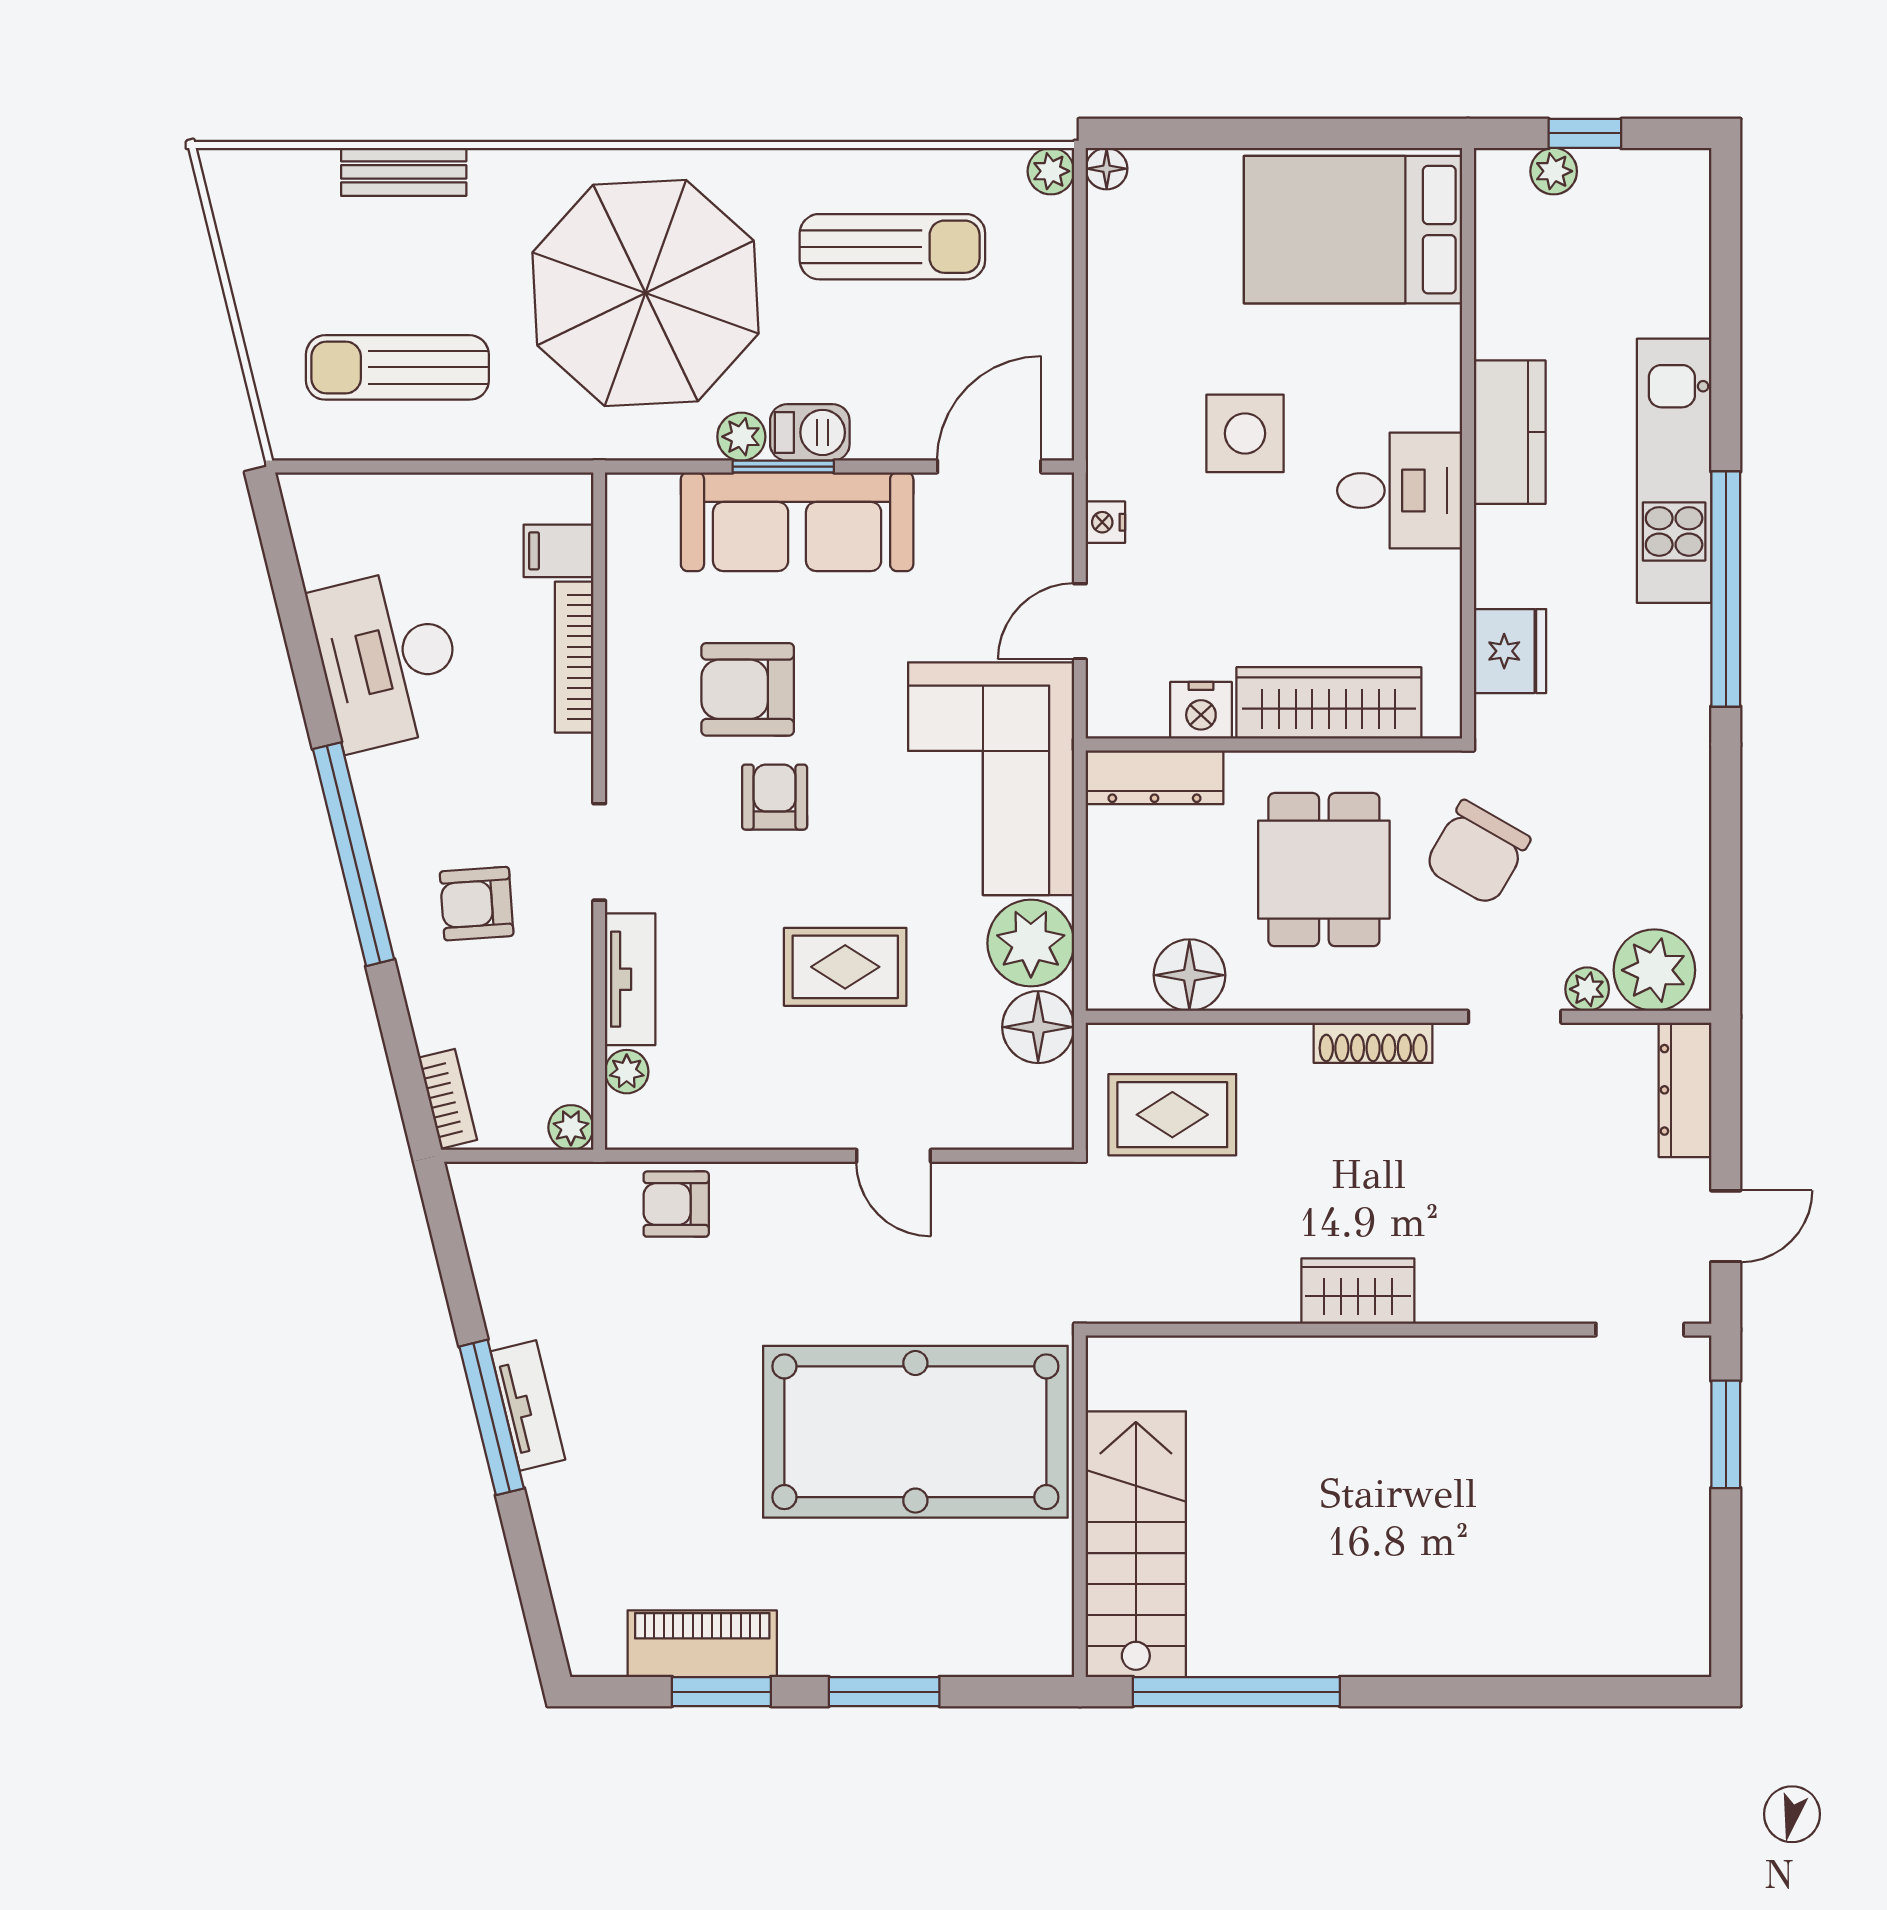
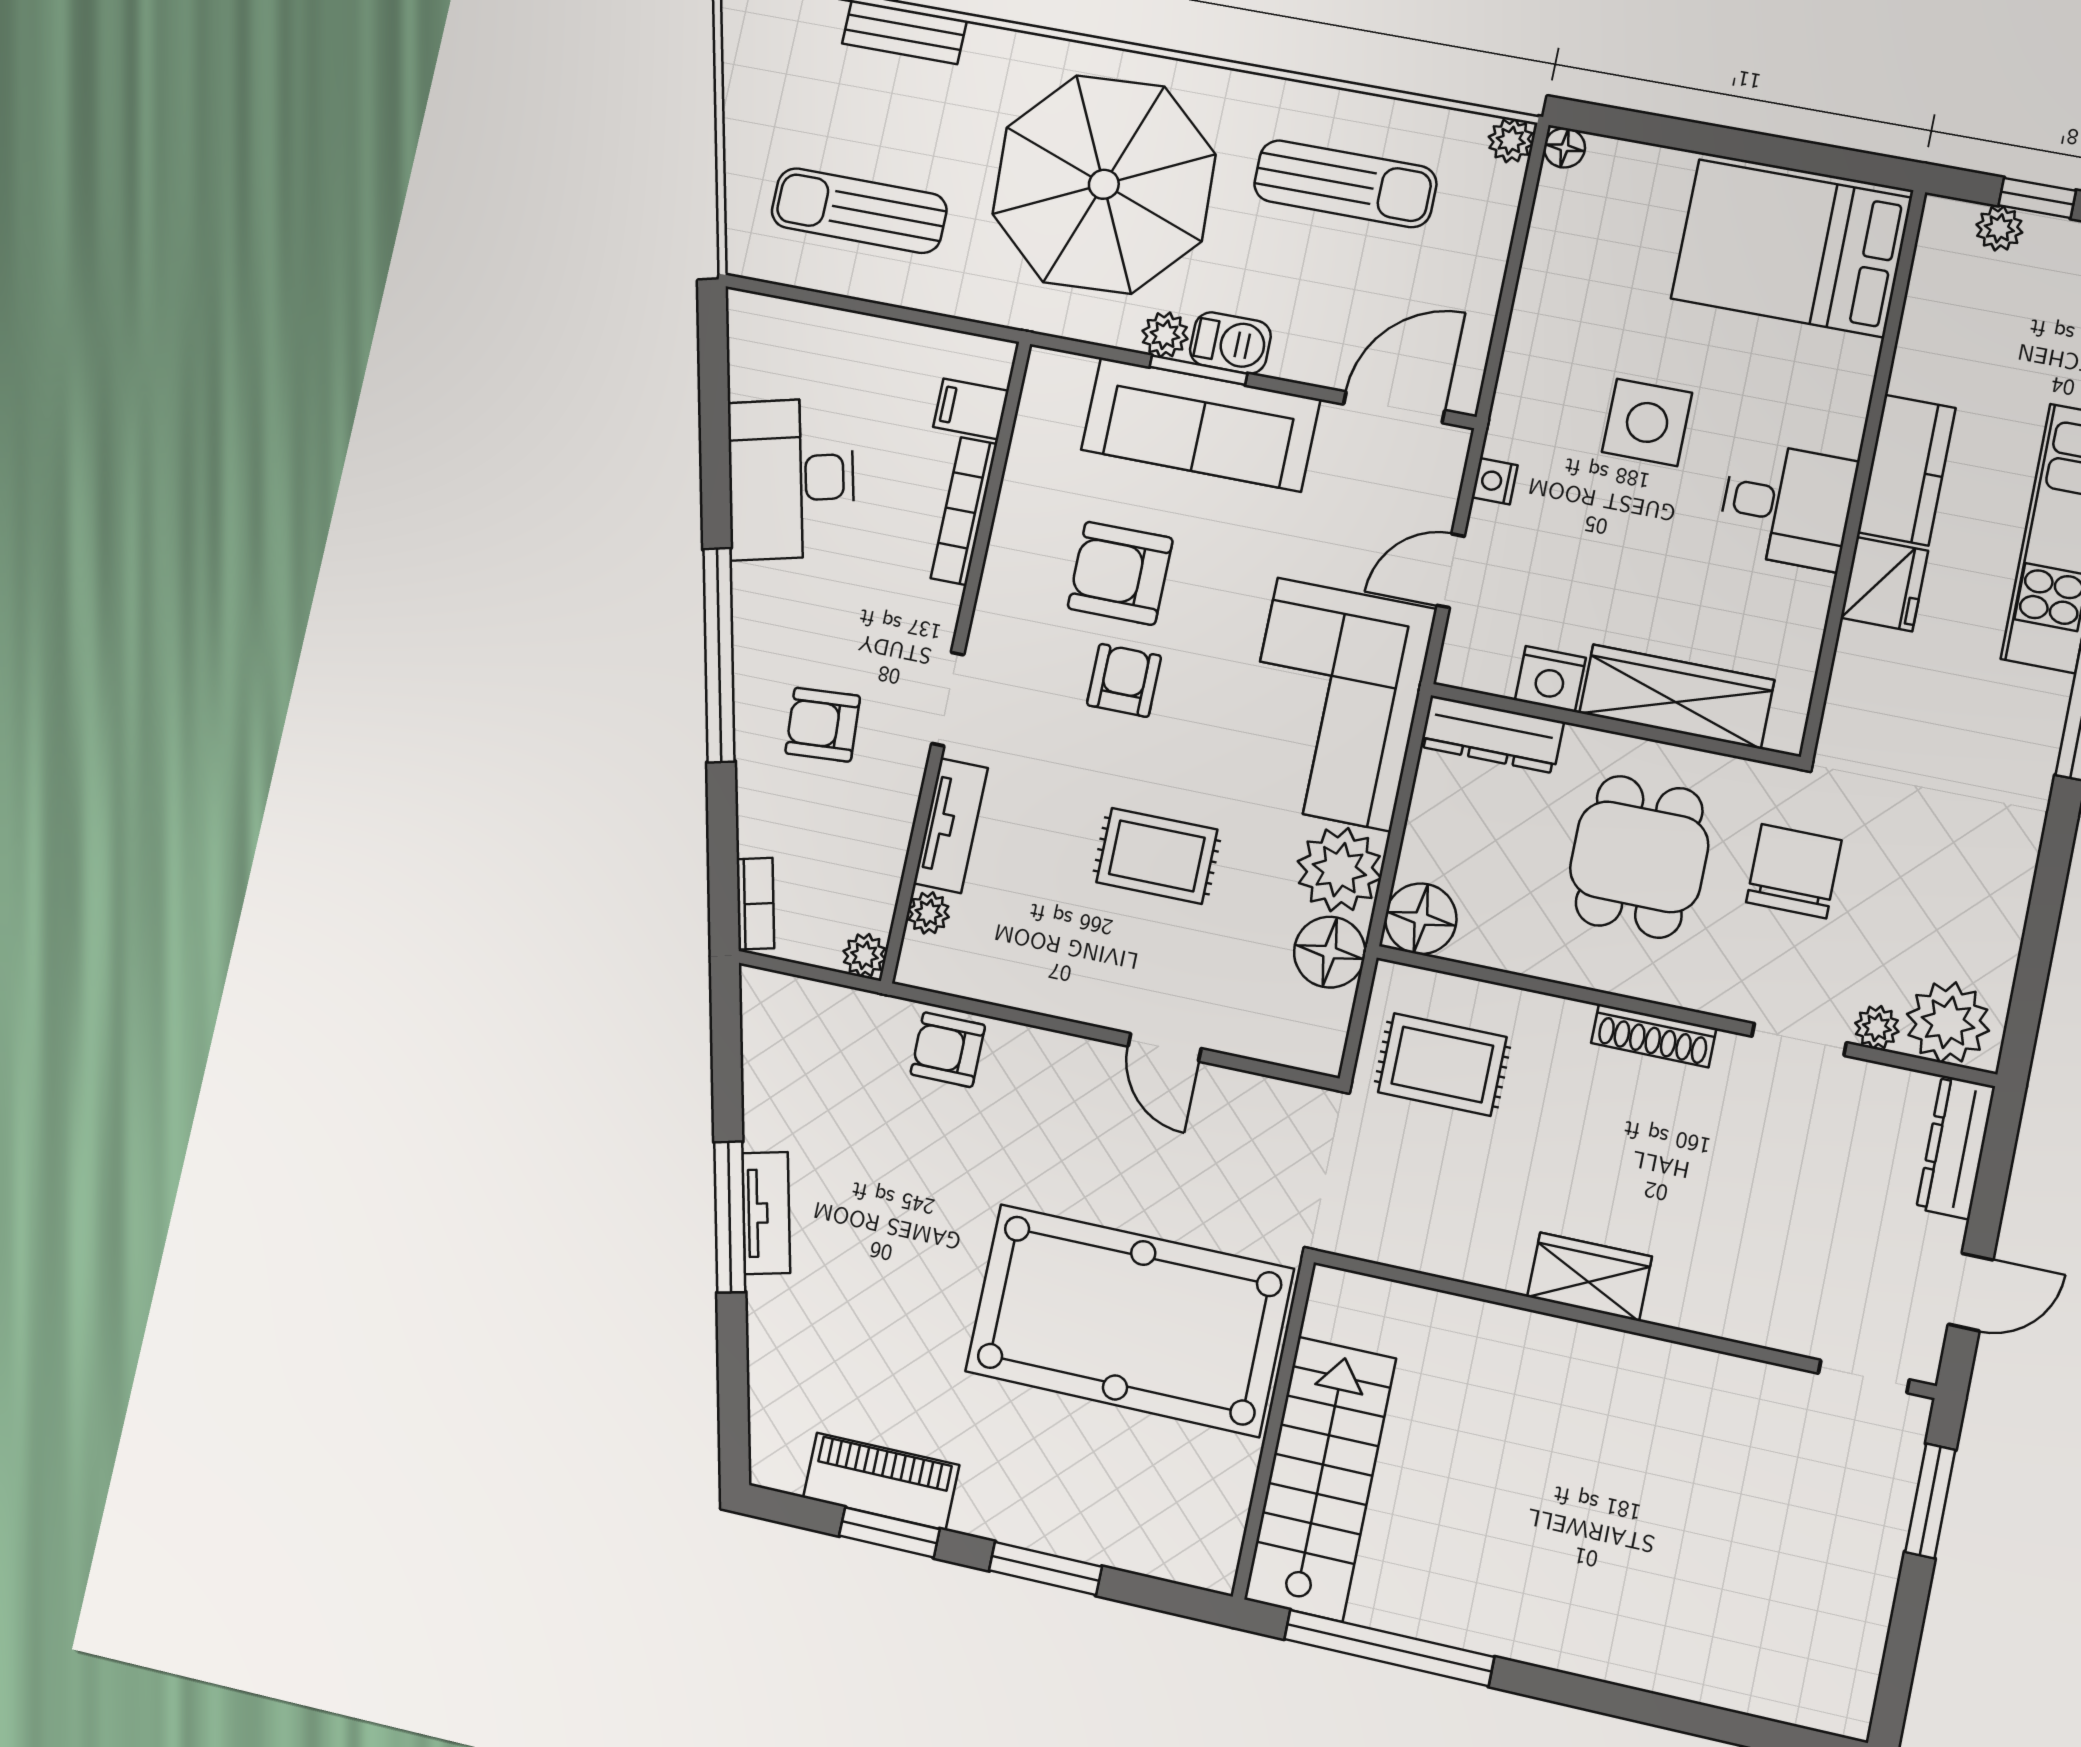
fridge: (1510, 651) -> (1884, 584), moved
chair: (1477, 853) -> (1794, 871), turned 150
floor lamp: (1189, 975) -> (1421, 919), moved

